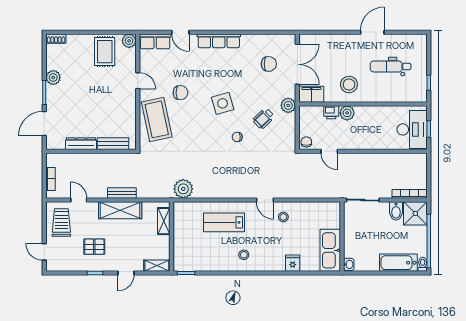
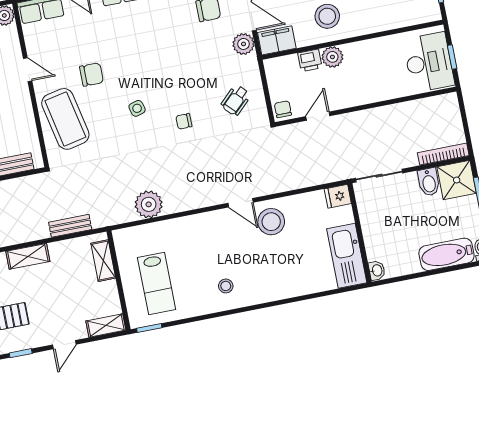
side table: (223, 103) -> (137, 108), moved, width x0.54, depth x0.54
plant: (288, 105) -> (243, 44), moved
wheelchair: (264, 118) -> (236, 100), moved
door: (329, 151) -> (318, 116), swing flipped
plant: (183, 189) -> (149, 204), moved
bench: (122, 193) -> (70, 226), moved
shelving: (120, 210) -> (28, 256), width x0.67, depth x0.75
stool: (283, 217) -> (271, 222), width x1.89, depth x1.89
lab bench: (224, 222) -> (157, 283), moved, turned -90
fridge: (293, 263) -> (338, 196), moved, turned -90

